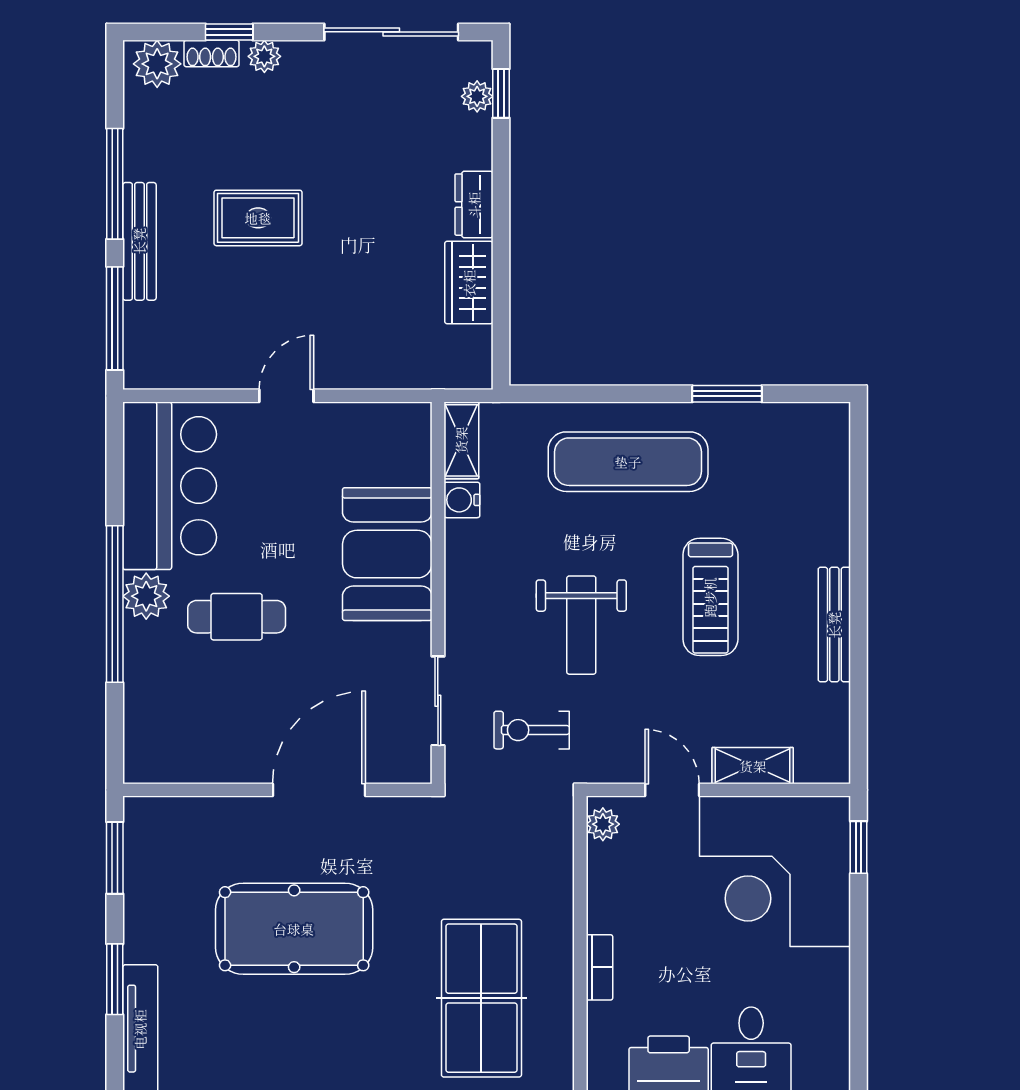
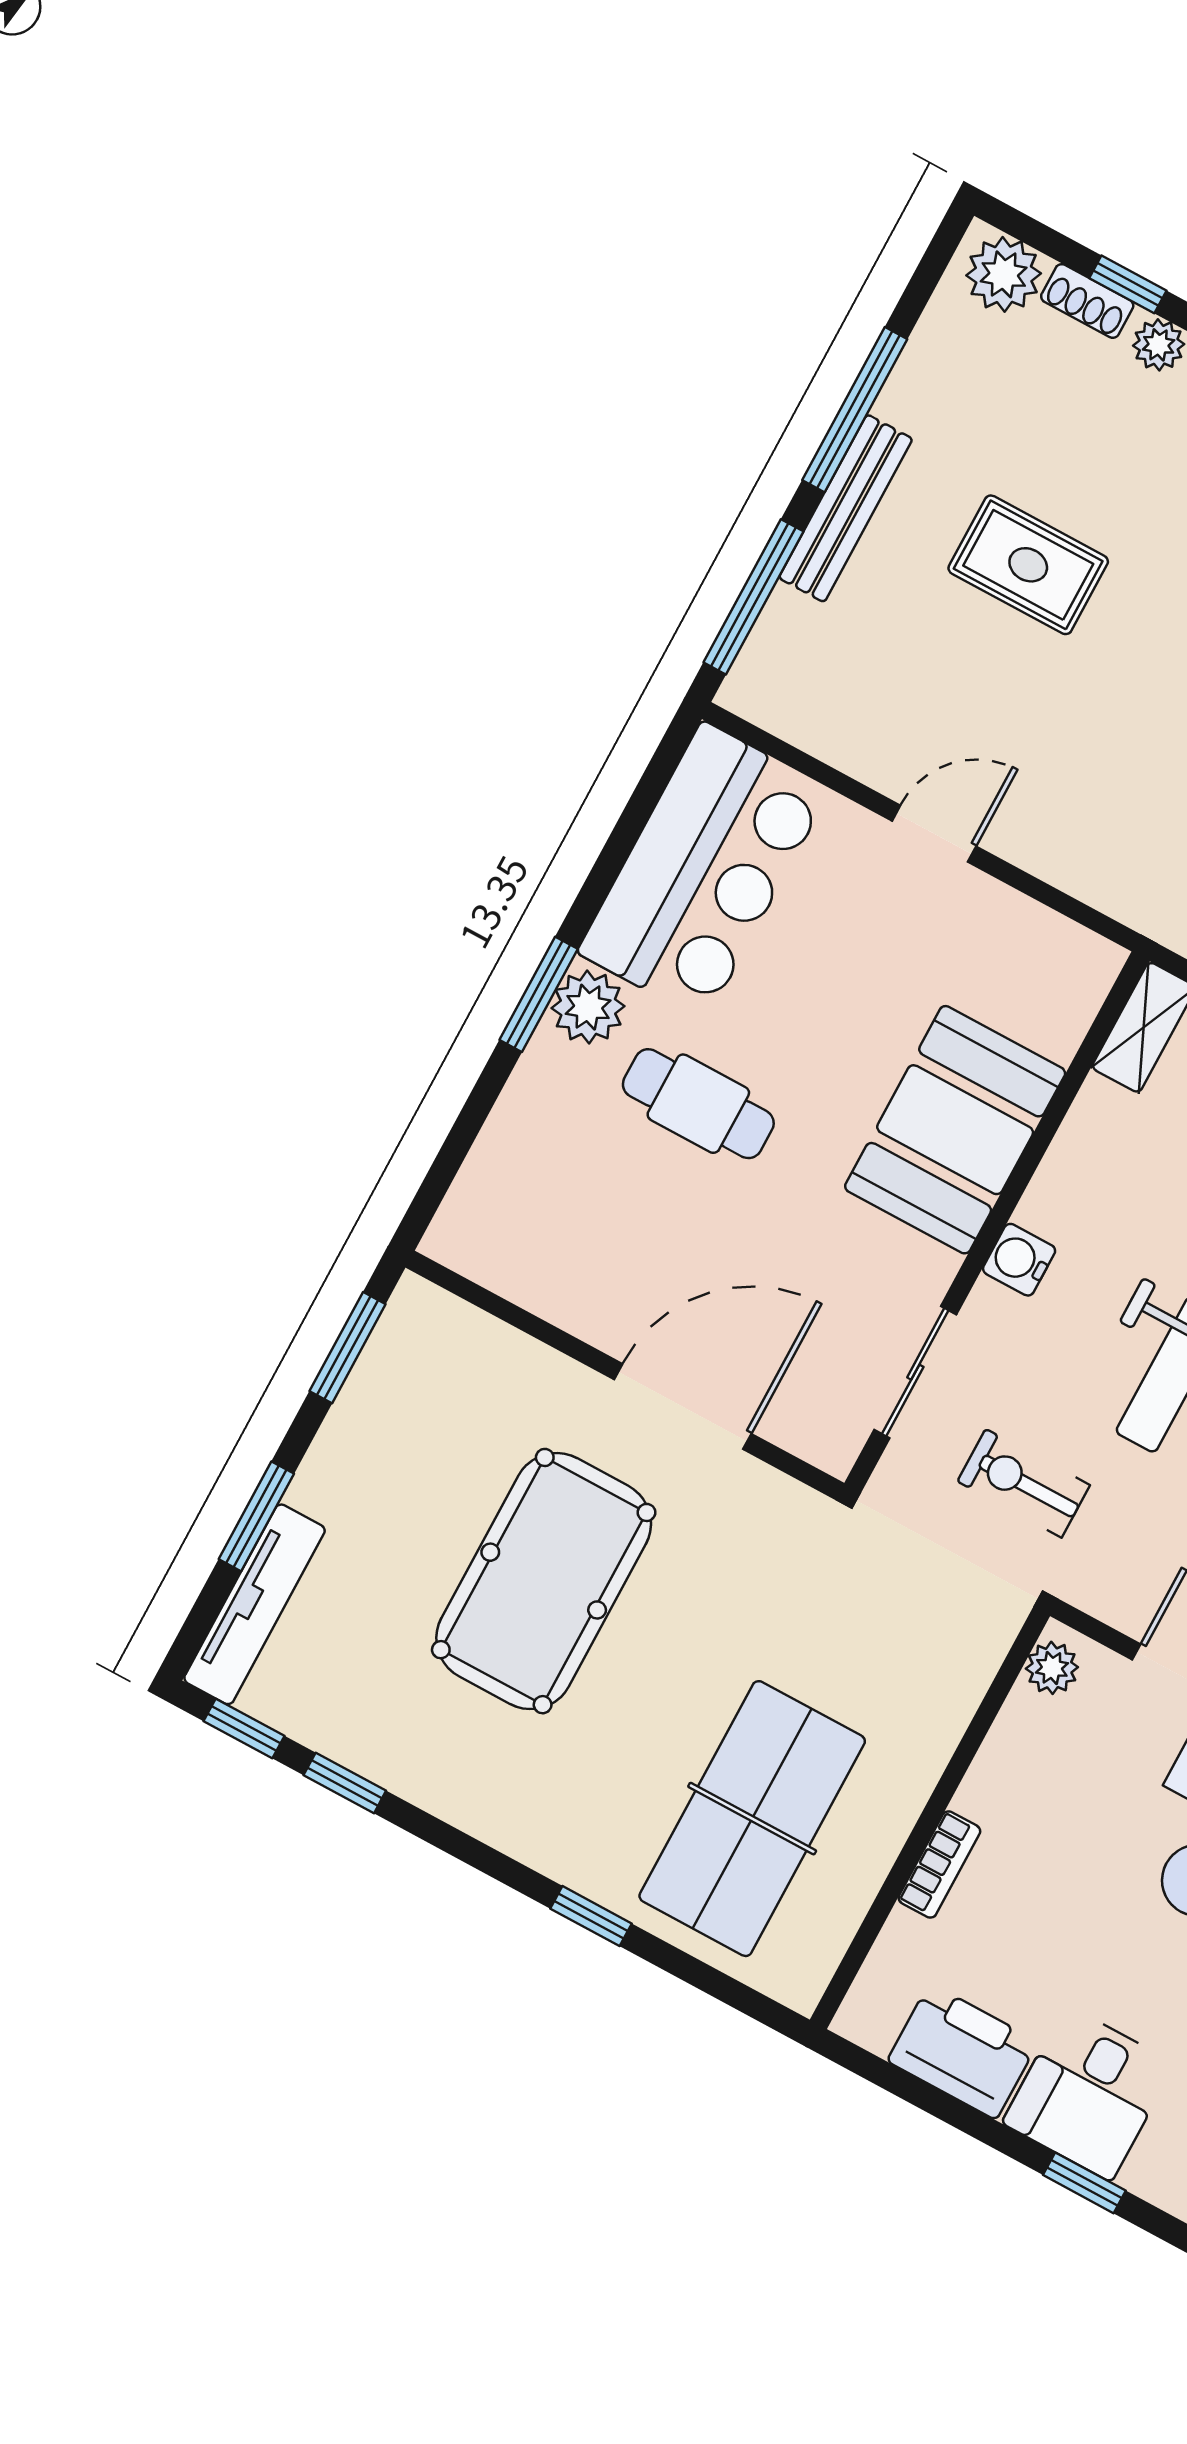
water cooler: (462, 500) -> (1019, 1260), moved
window: (115, 604) -> (539, 994), width x0.47
pool table: (294, 929) -> (544, 1581), turned 90

